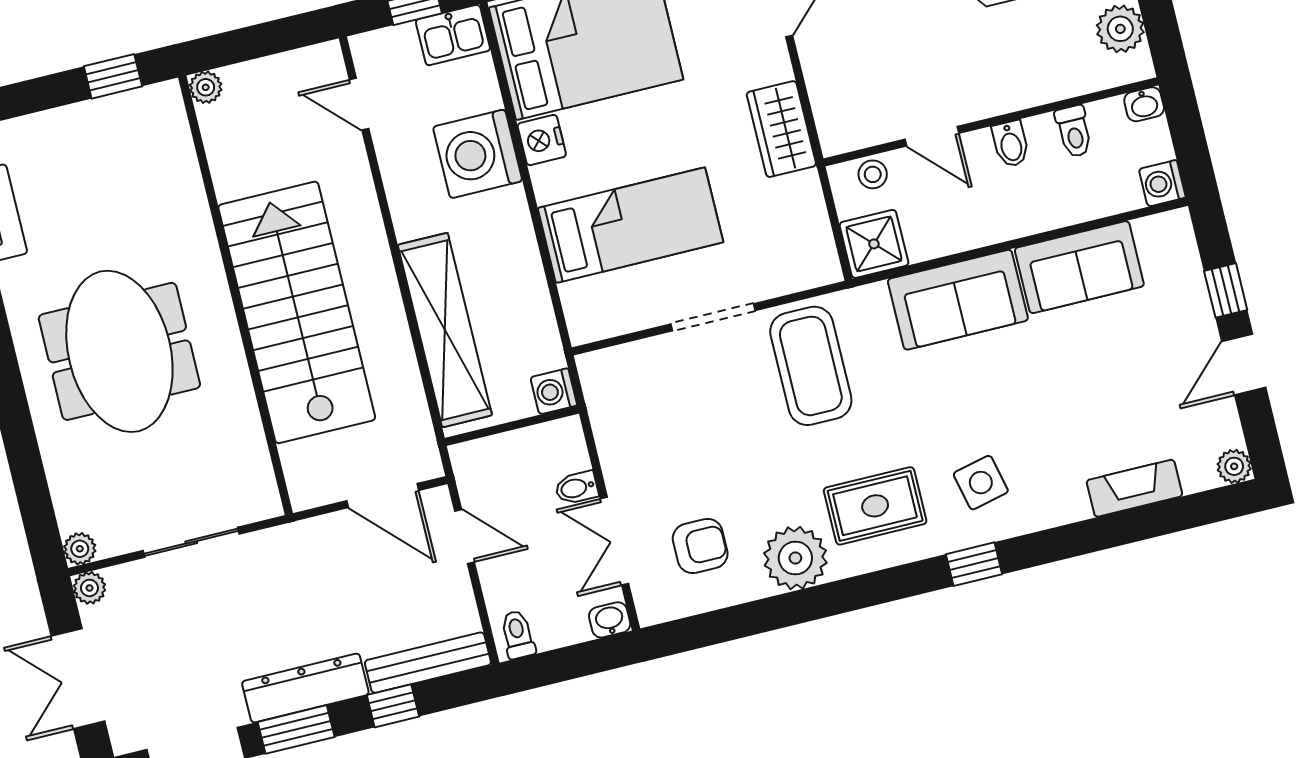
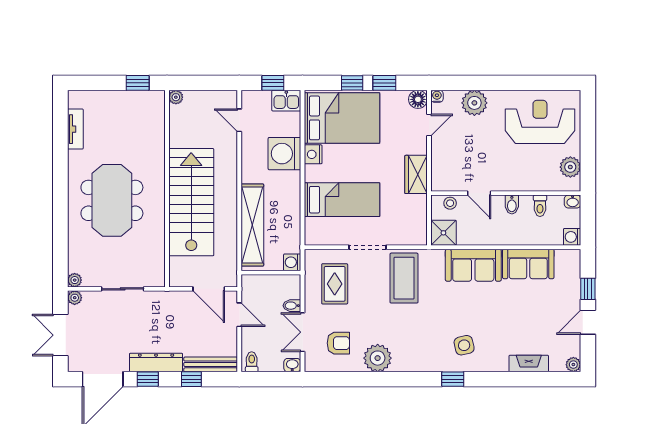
rug: (875, 506) -> (335, 284), moved, turned 90
window: (296, 729) -> (148, 379), width x0.67

